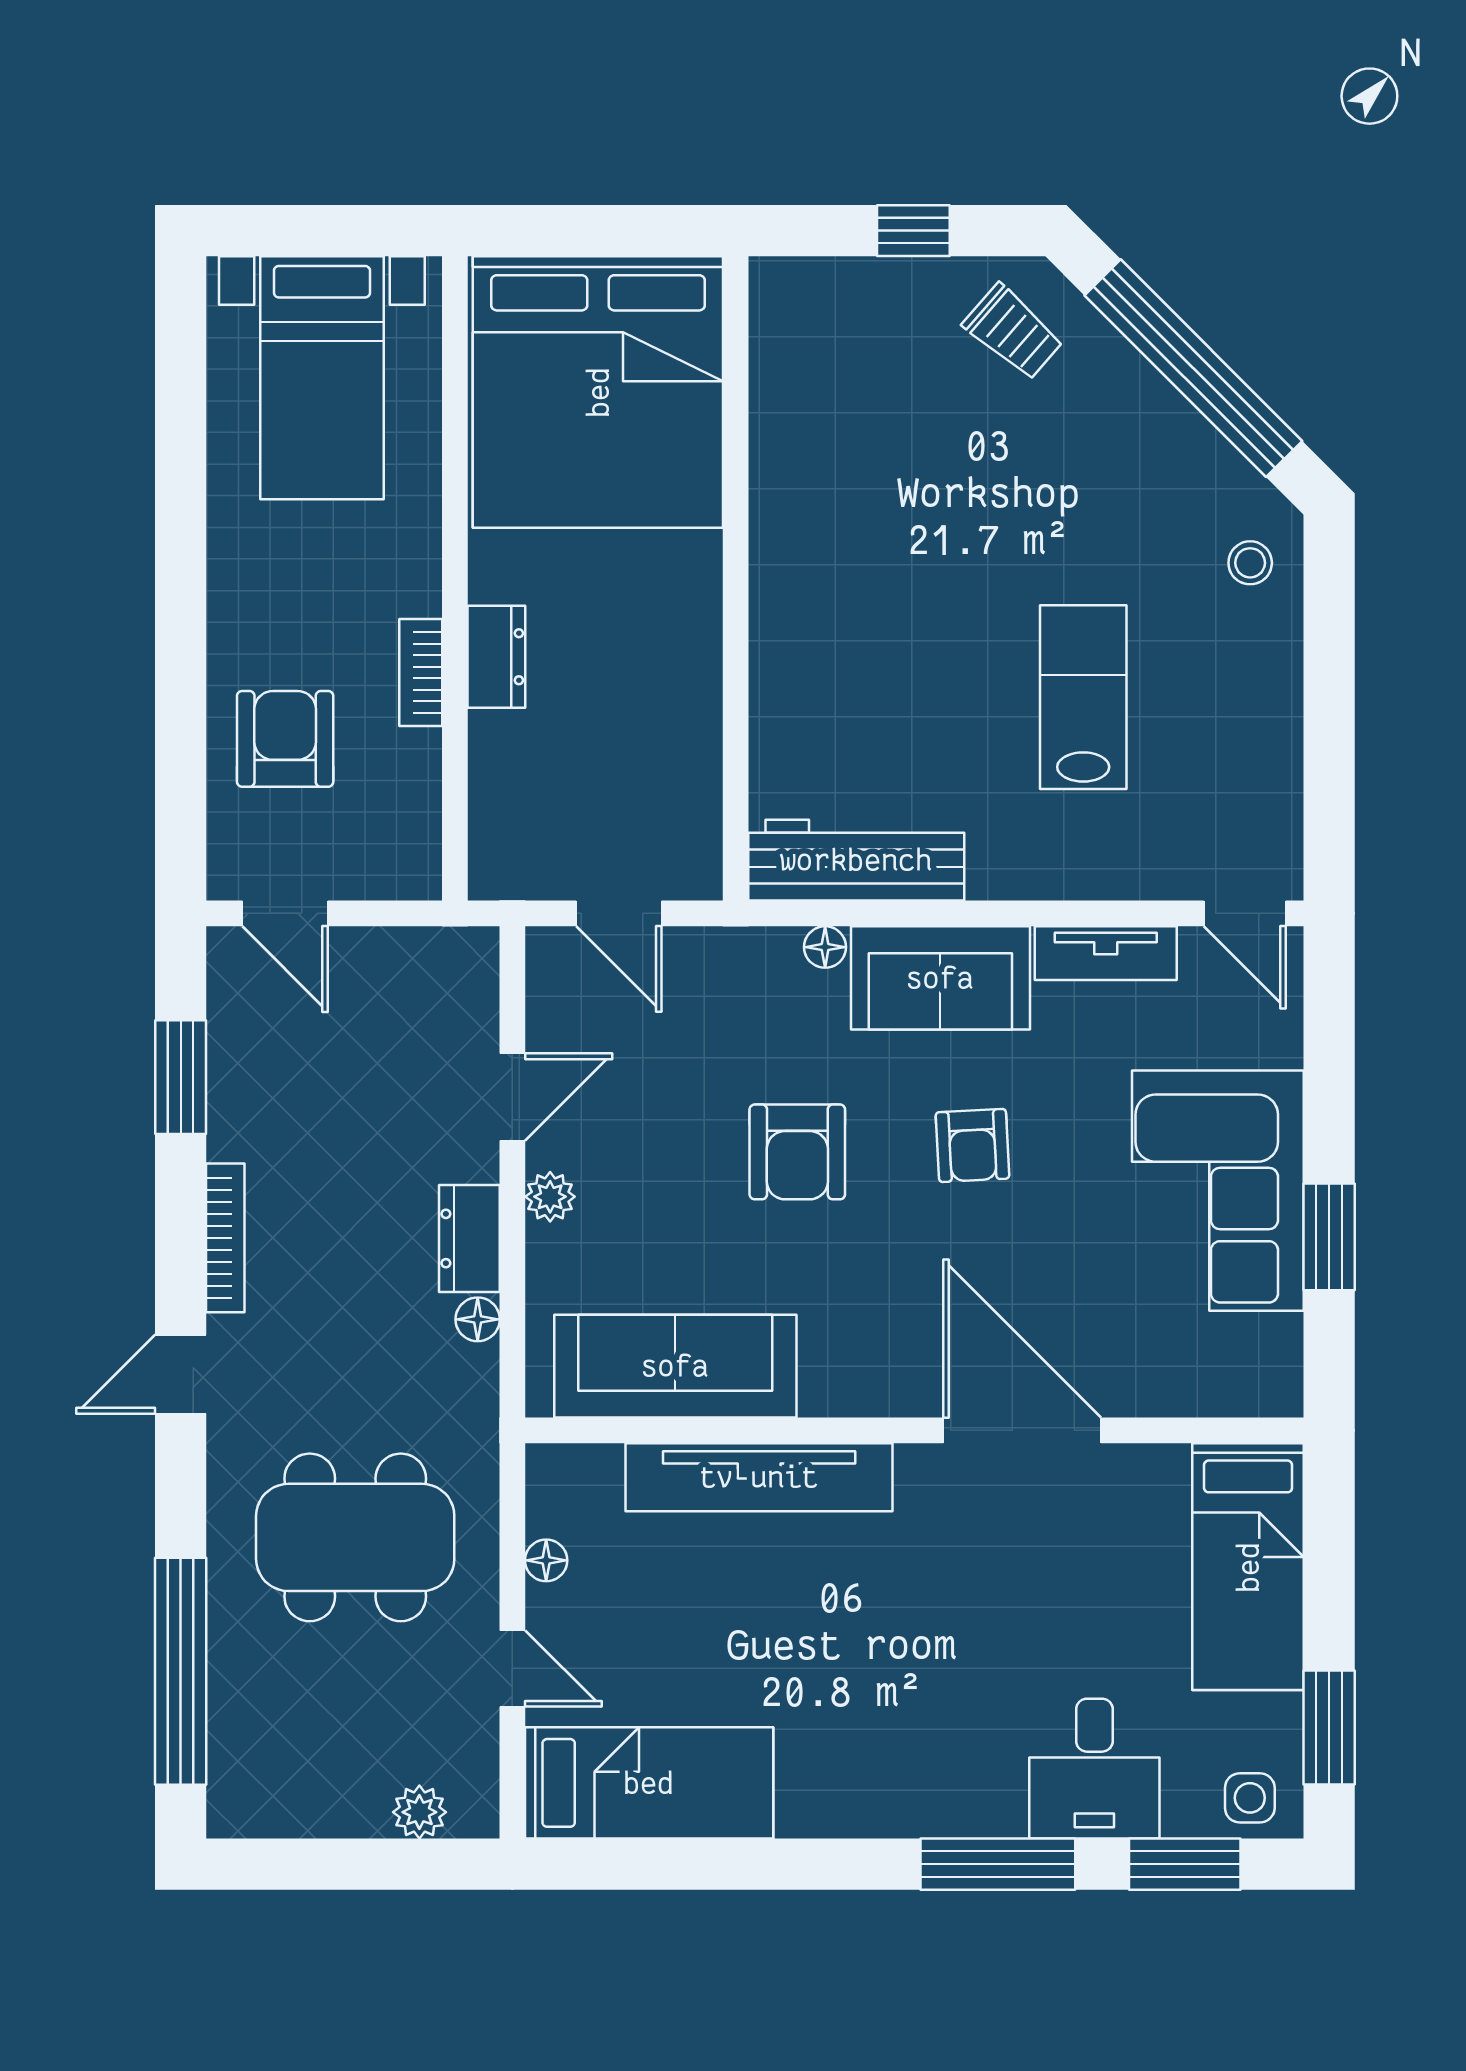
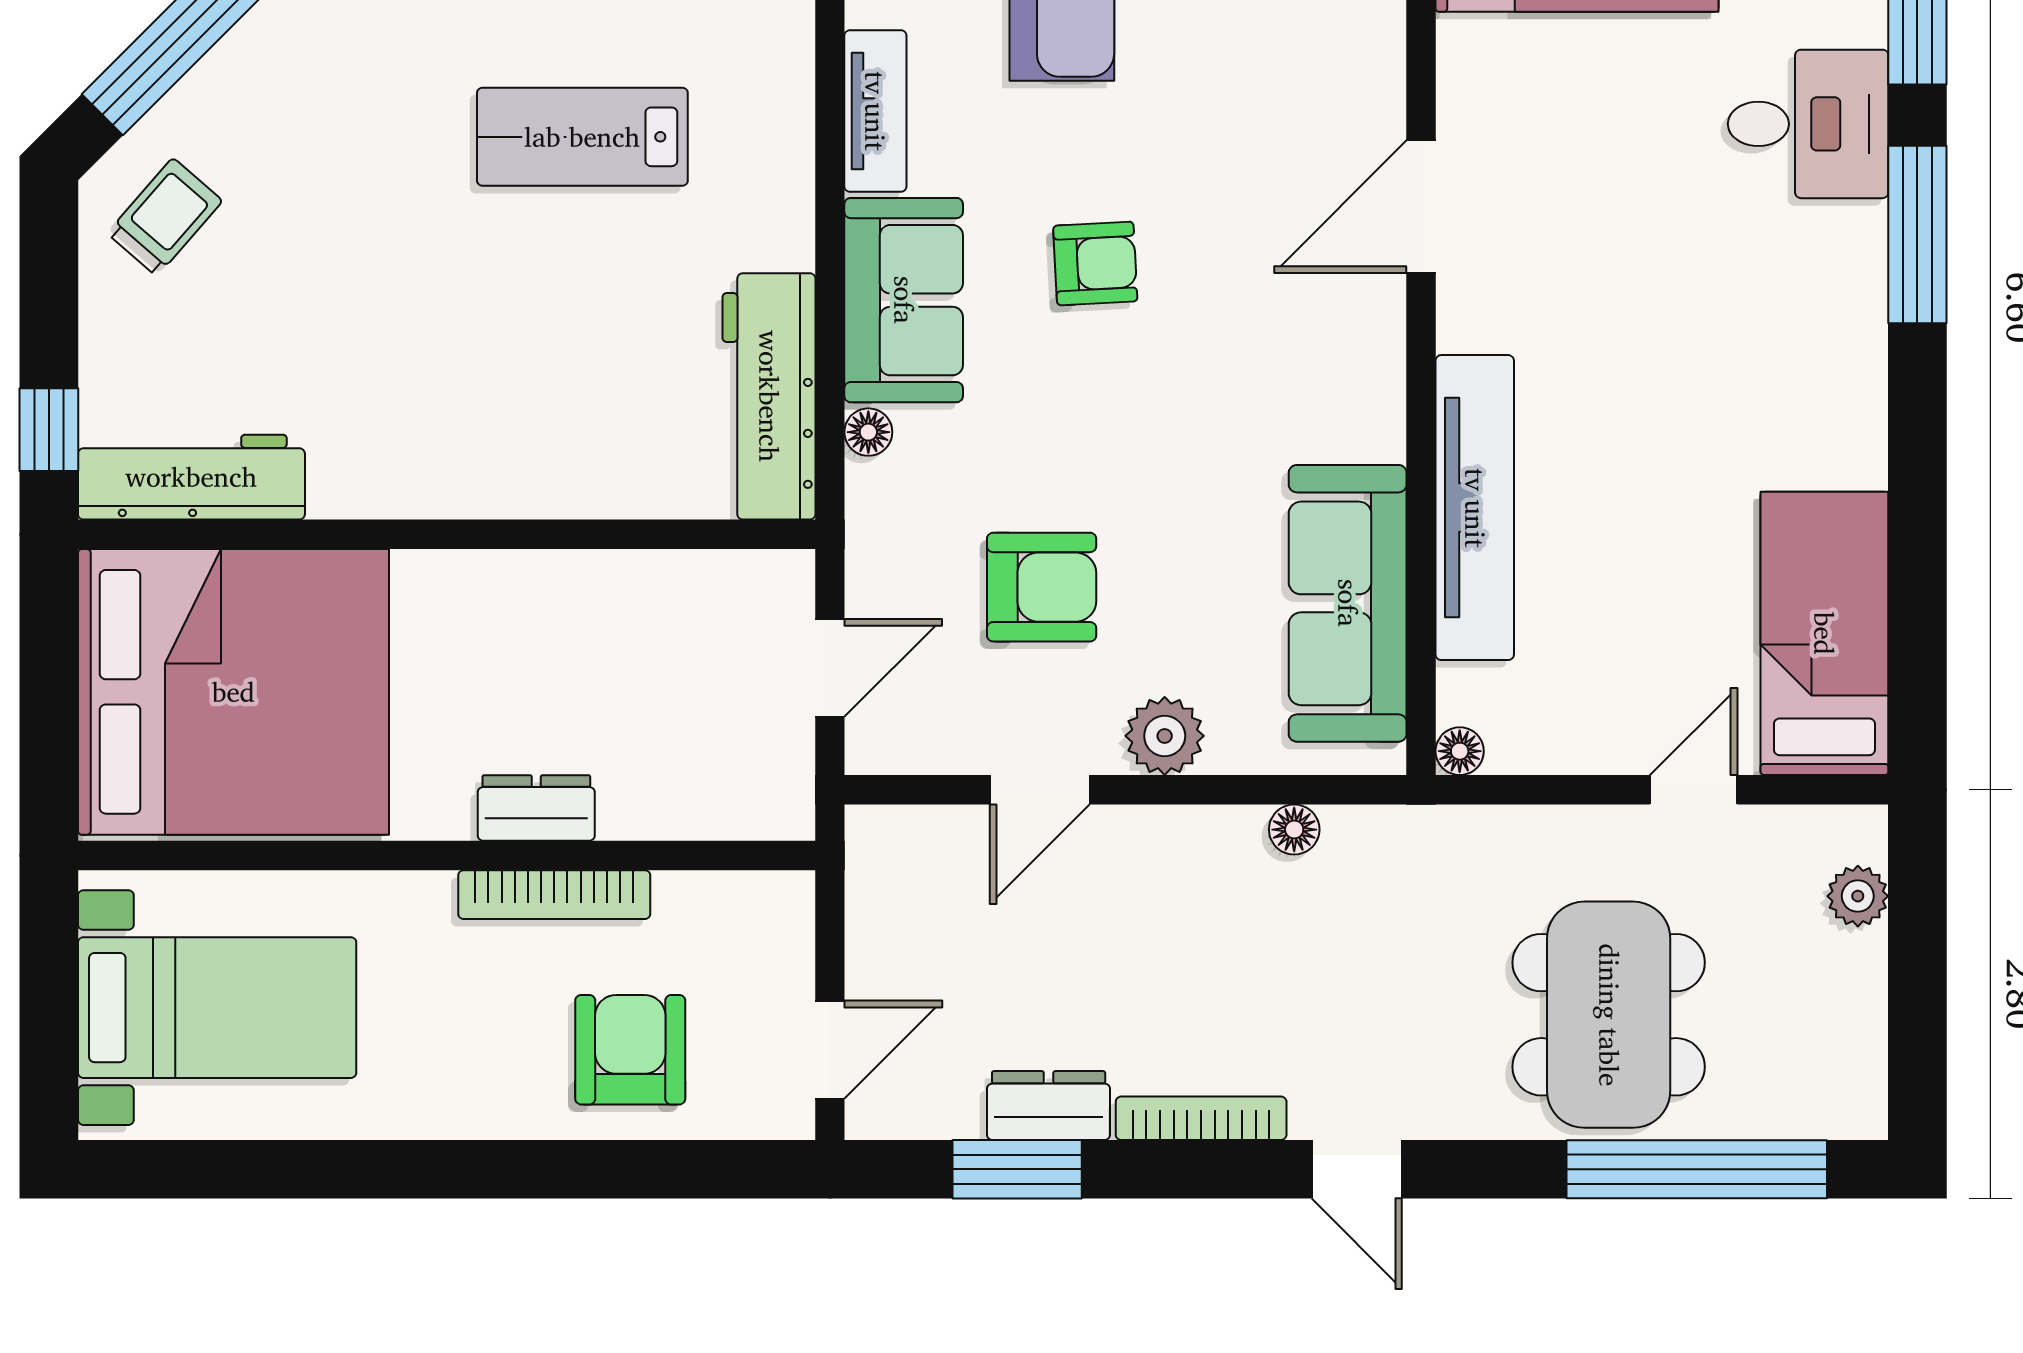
window: (913, 231) -> (49, 430), moved
workbench: (786, 355) -> (191, 477), added
bookcase: (421, 672) -> (554, 895), width x1.56
armchair: (285, 739) -> (630, 1050), turned 90
door: (512, 1097) -> (1040, 790), swing flipped
armchair: (797, 1152) -> (1042, 587), moved
plant: (550, 1197) -> (1165, 736), width x1.38, depth x1.38
dresser: (469, 1239) -> (1049, 1106), moved, turned 180
door: (1022, 1430) -> (1421, 207), width x0.73
dining table: (355, 1537) -> (1609, 1015), moved
floor lamp: (546, 1560) -> (1460, 751), moved

